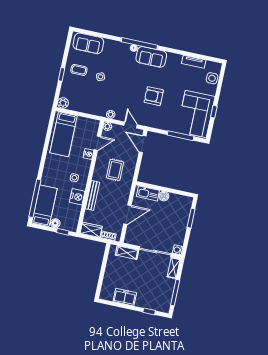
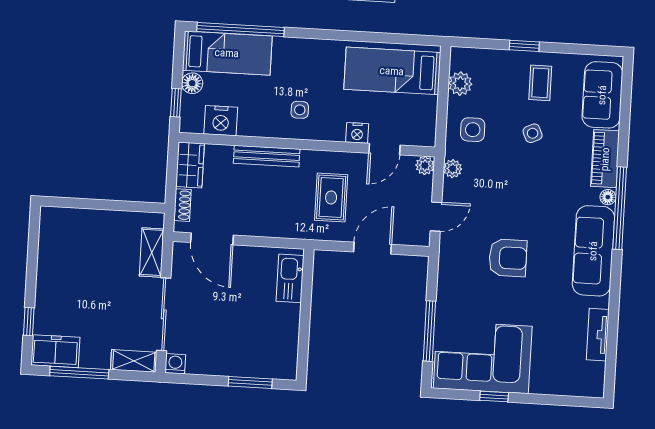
piano: (117, 47) -> (605, 159), added
sofa: (151, 57) -> (593, 251), width x1.36
side table: (212, 78) -> (473, 130), moved
armchair: (154, 96) -> (508, 258), turned 90
plant: (63, 103) -> (460, 84), moved
door: (97, 143) -> (384, 149), hinge flipped
door: (143, 144) -> (373, 248), moved
rug: (115, 170) -> (331, 197), turned 90
boiler: (164, 196) -> (290, 315), removed
nightstand: (77, 197) -> (221, 121), moved
door: (127, 215) -> (212, 239), moved
freezer: (125, 297) -> (55, 351), moved, turned -90

